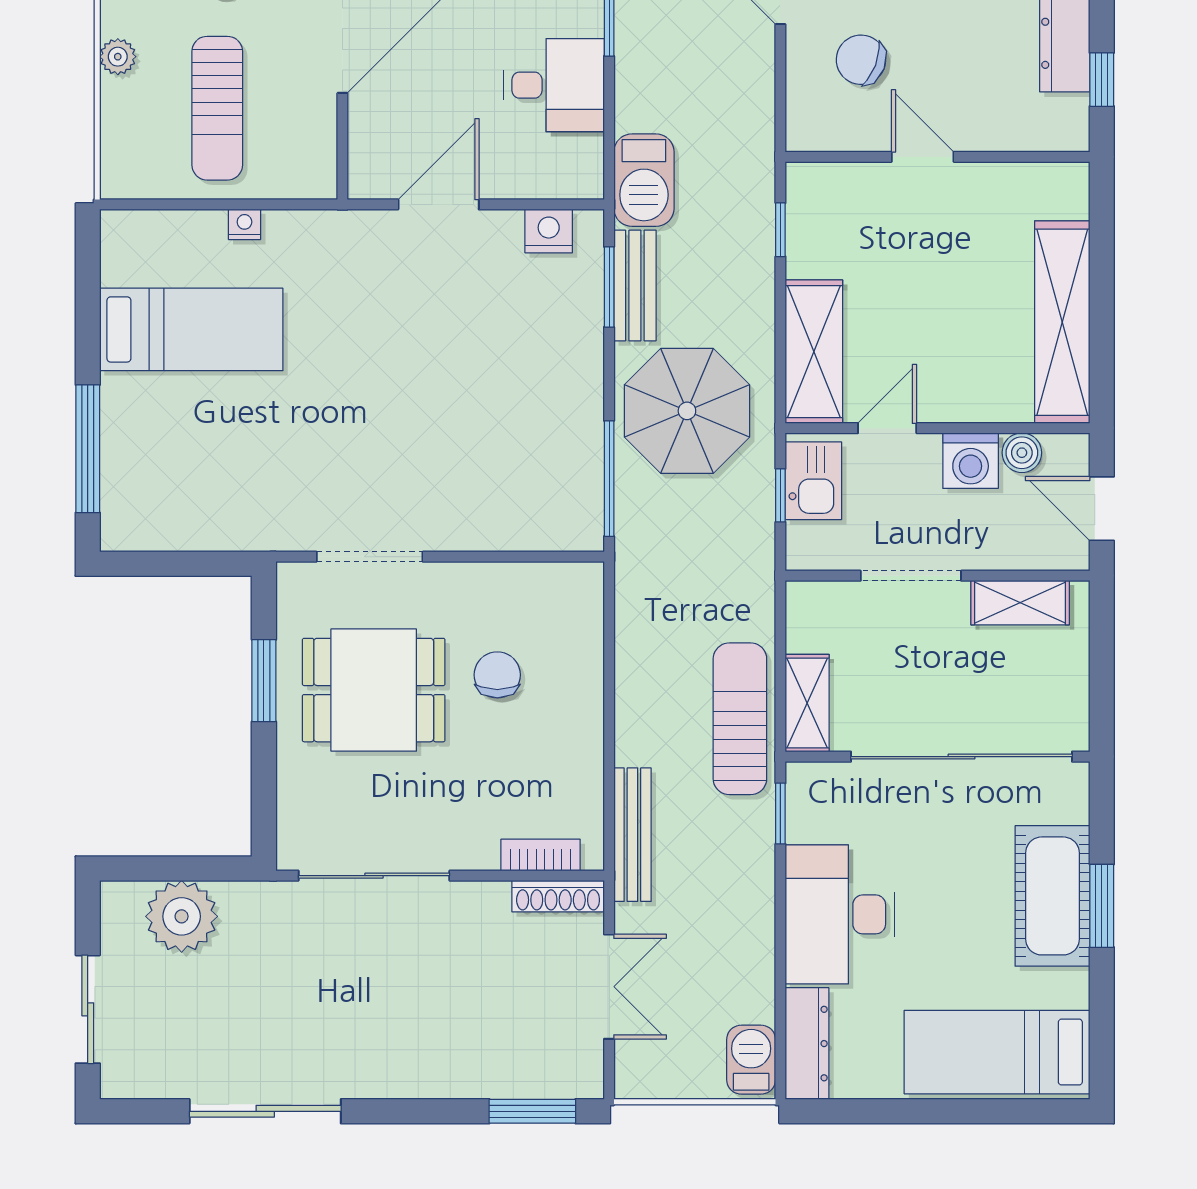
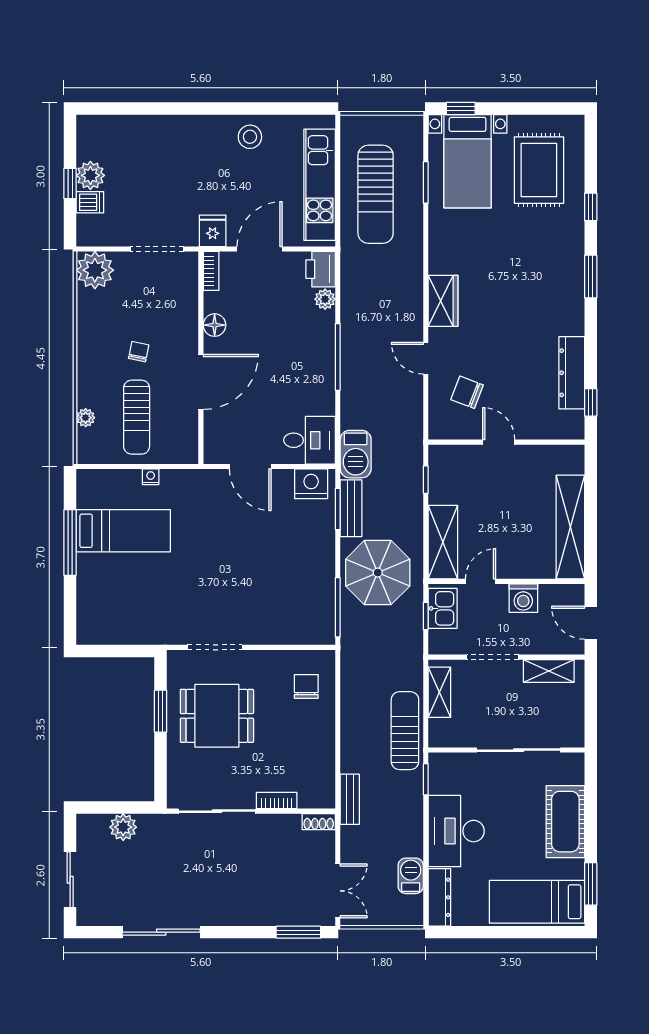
plant: (118, 57) -> (86, 418), moved
desk: (554, 85) -> (310, 440), moved
door: (439, 204) -> (250, 467), swing flipped
nightstand: (549, 231) -> (311, 484), width x1.36, depth x1.33
window: (88, 449) -> (70, 543), moved
boiler: (1022, 453) -> (550, 594), removed
chair: (497, 675) -> (306, 686), moved
shelving: (807, 703) -> (439, 692), moved
sliding door: (961, 757) -> (519, 750), width x0.73
bench: (632, 835) -> (350, 799), width x0.73
bookcase: (541, 855) -> (277, 801), moved
shoe rack: (558, 896) -> (319, 822), width x0.70
window: (1102, 906) -> (591, 884), moved
plant: (182, 916) -> (123, 827), width x0.73, depth x0.73
double door: (609, 987) -> (338, 891), moved
barbecue: (751, 1060) -> (411, 876), moved

